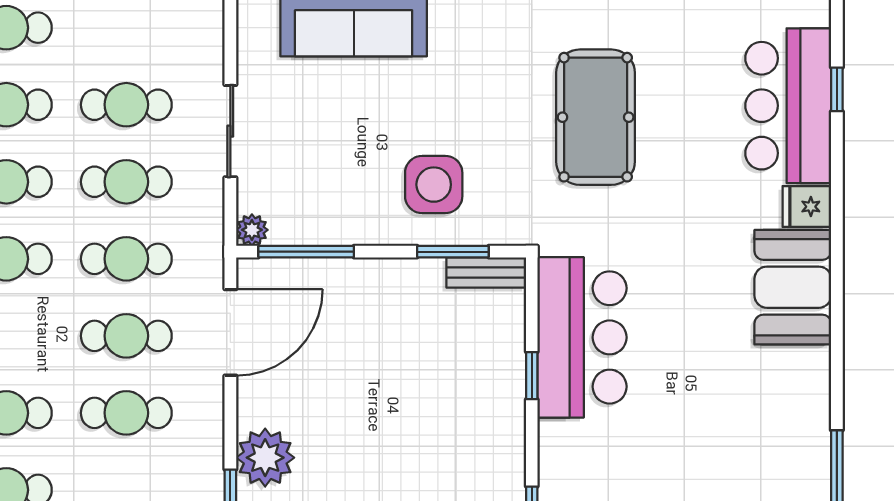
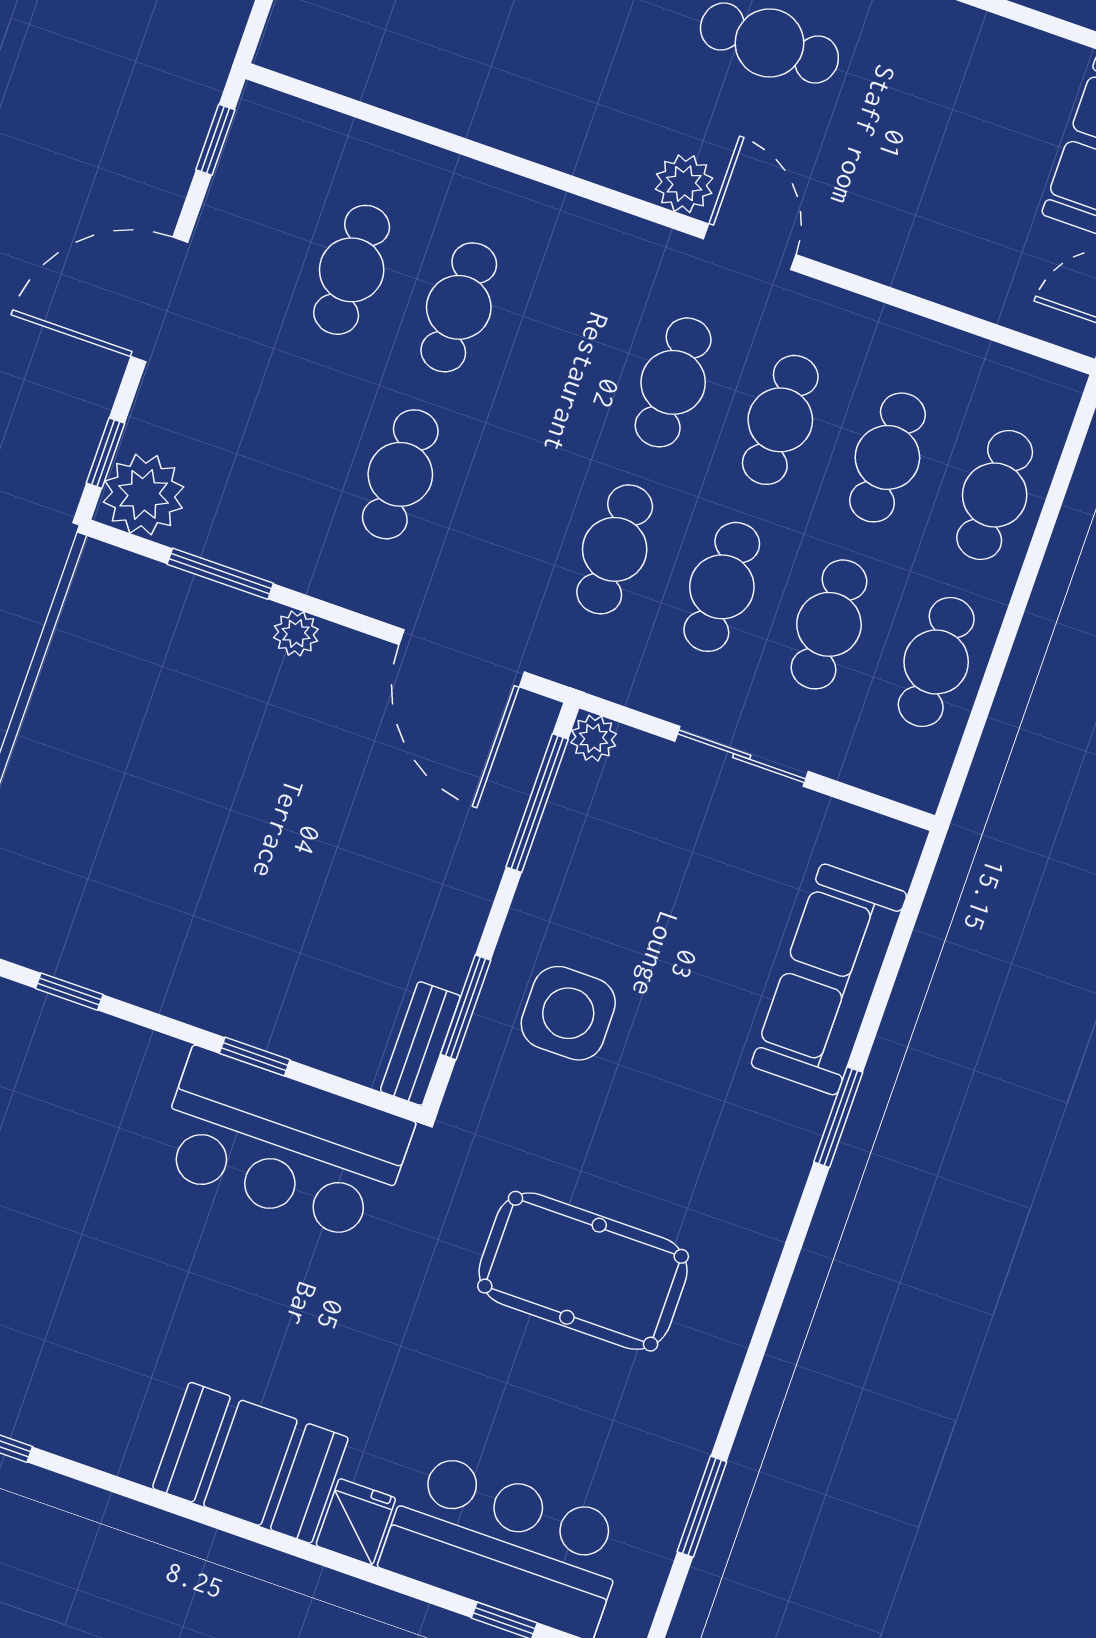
cafe table: (126, 336) -> (936, 662), moved
plant: (265, 458) -> (296, 633), width x0.53, depth x0.53

